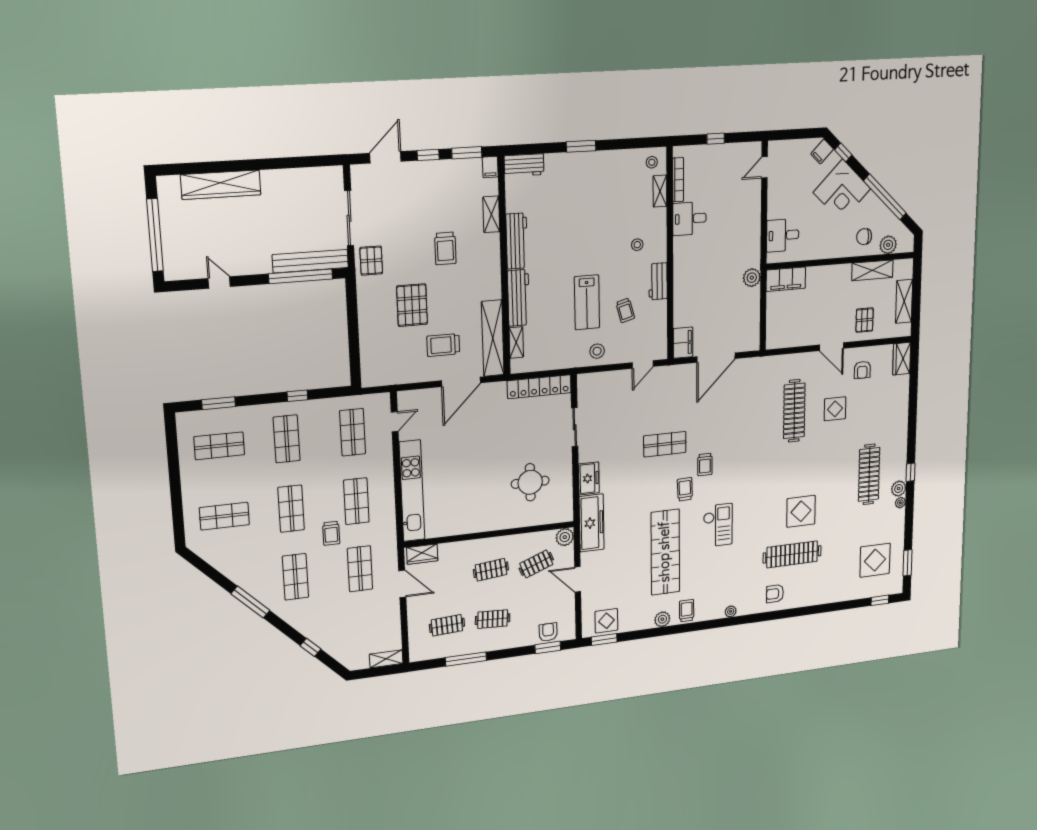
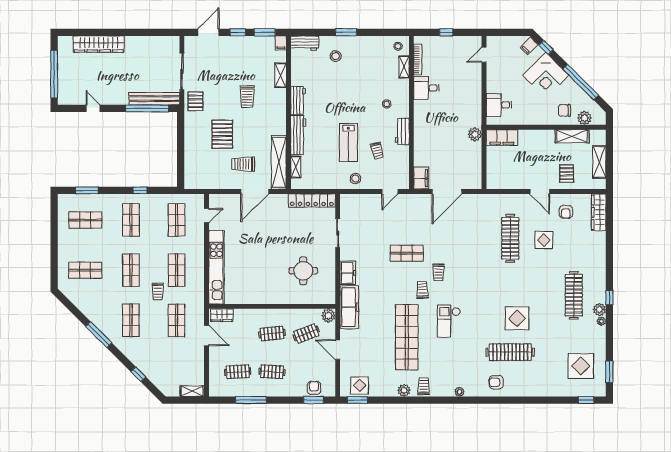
stool: (567, 181) -> (336, 56), added
workbench: (517, 241) -> (298, 100), width x0.73
wardrobe: (902, 359) -> (599, 212), width x1.50
checkout: (718, 525) -> (449, 321), turned 180

